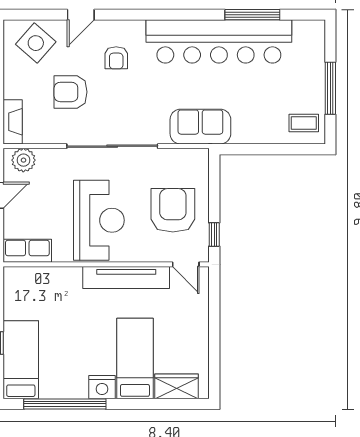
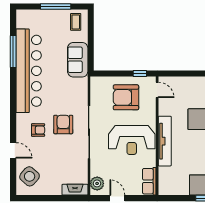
armchair: (71, 92) -> (63, 124), moved, turned 180
sofa: (200, 127) -> (78, 60), moved
reception desk: (99, 220) -> (132, 140), turned 180
door: (186, 264) -> (157, 90), hinge flipped
tv unit: (126, 277) -> (165, 141), moved

